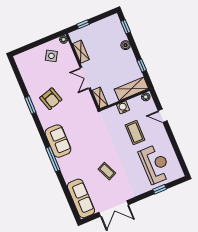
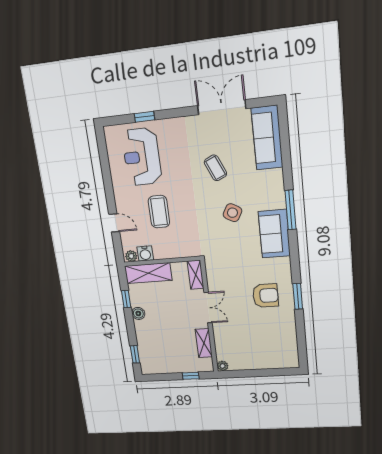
boiler: (126, 45) -> (138, 313), moved
side table: (51, 56) -> (232, 213), moved
armchair: (51, 99) -> (265, 296), turned 107
water cooler: (123, 107) -> (145, 253), moved

